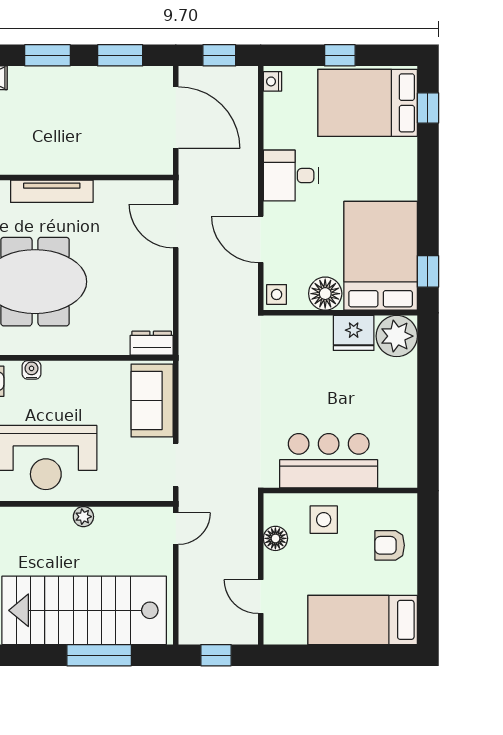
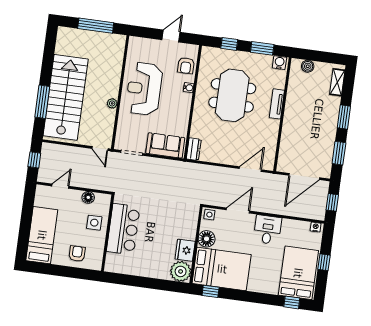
tv unit: (52, 191) -> (277, 104), width x0.71

